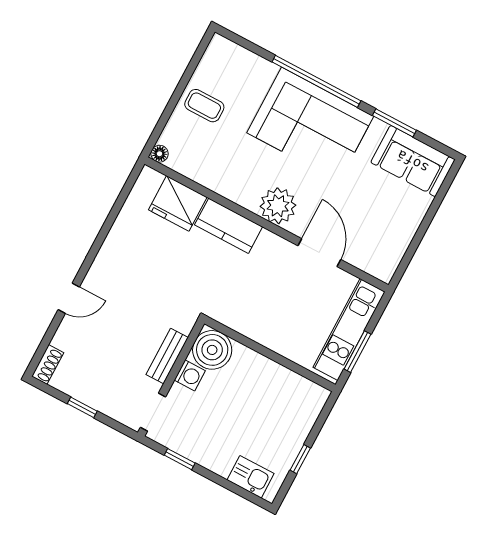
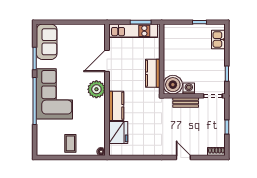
kitchen counter: (252, 324) -> (153, 73), added

